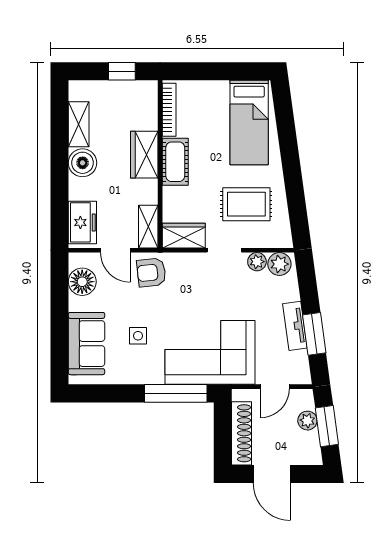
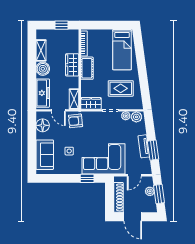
freezer: (82, 222) -> (43, 93), width x1.40
window: (176, 393) -> (87, 178), width x0.46

